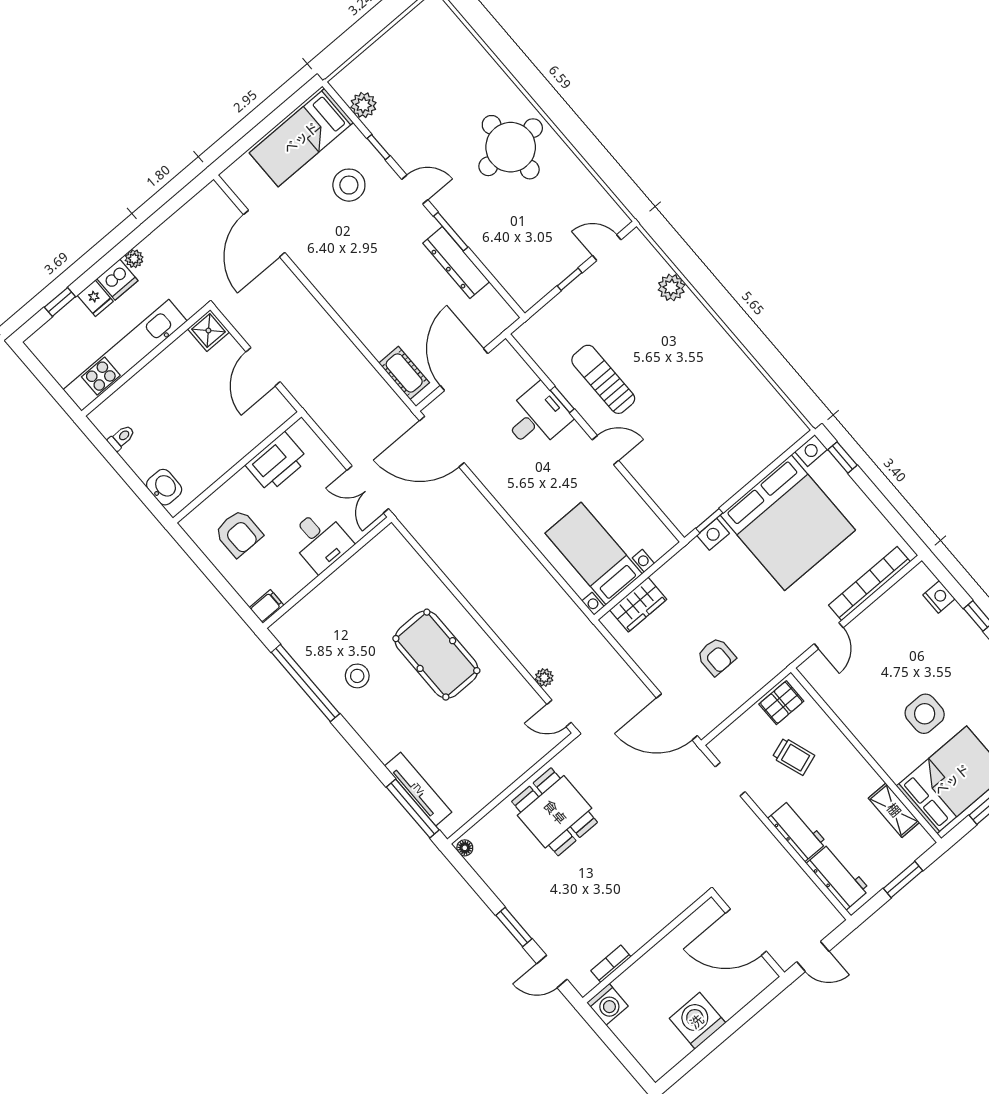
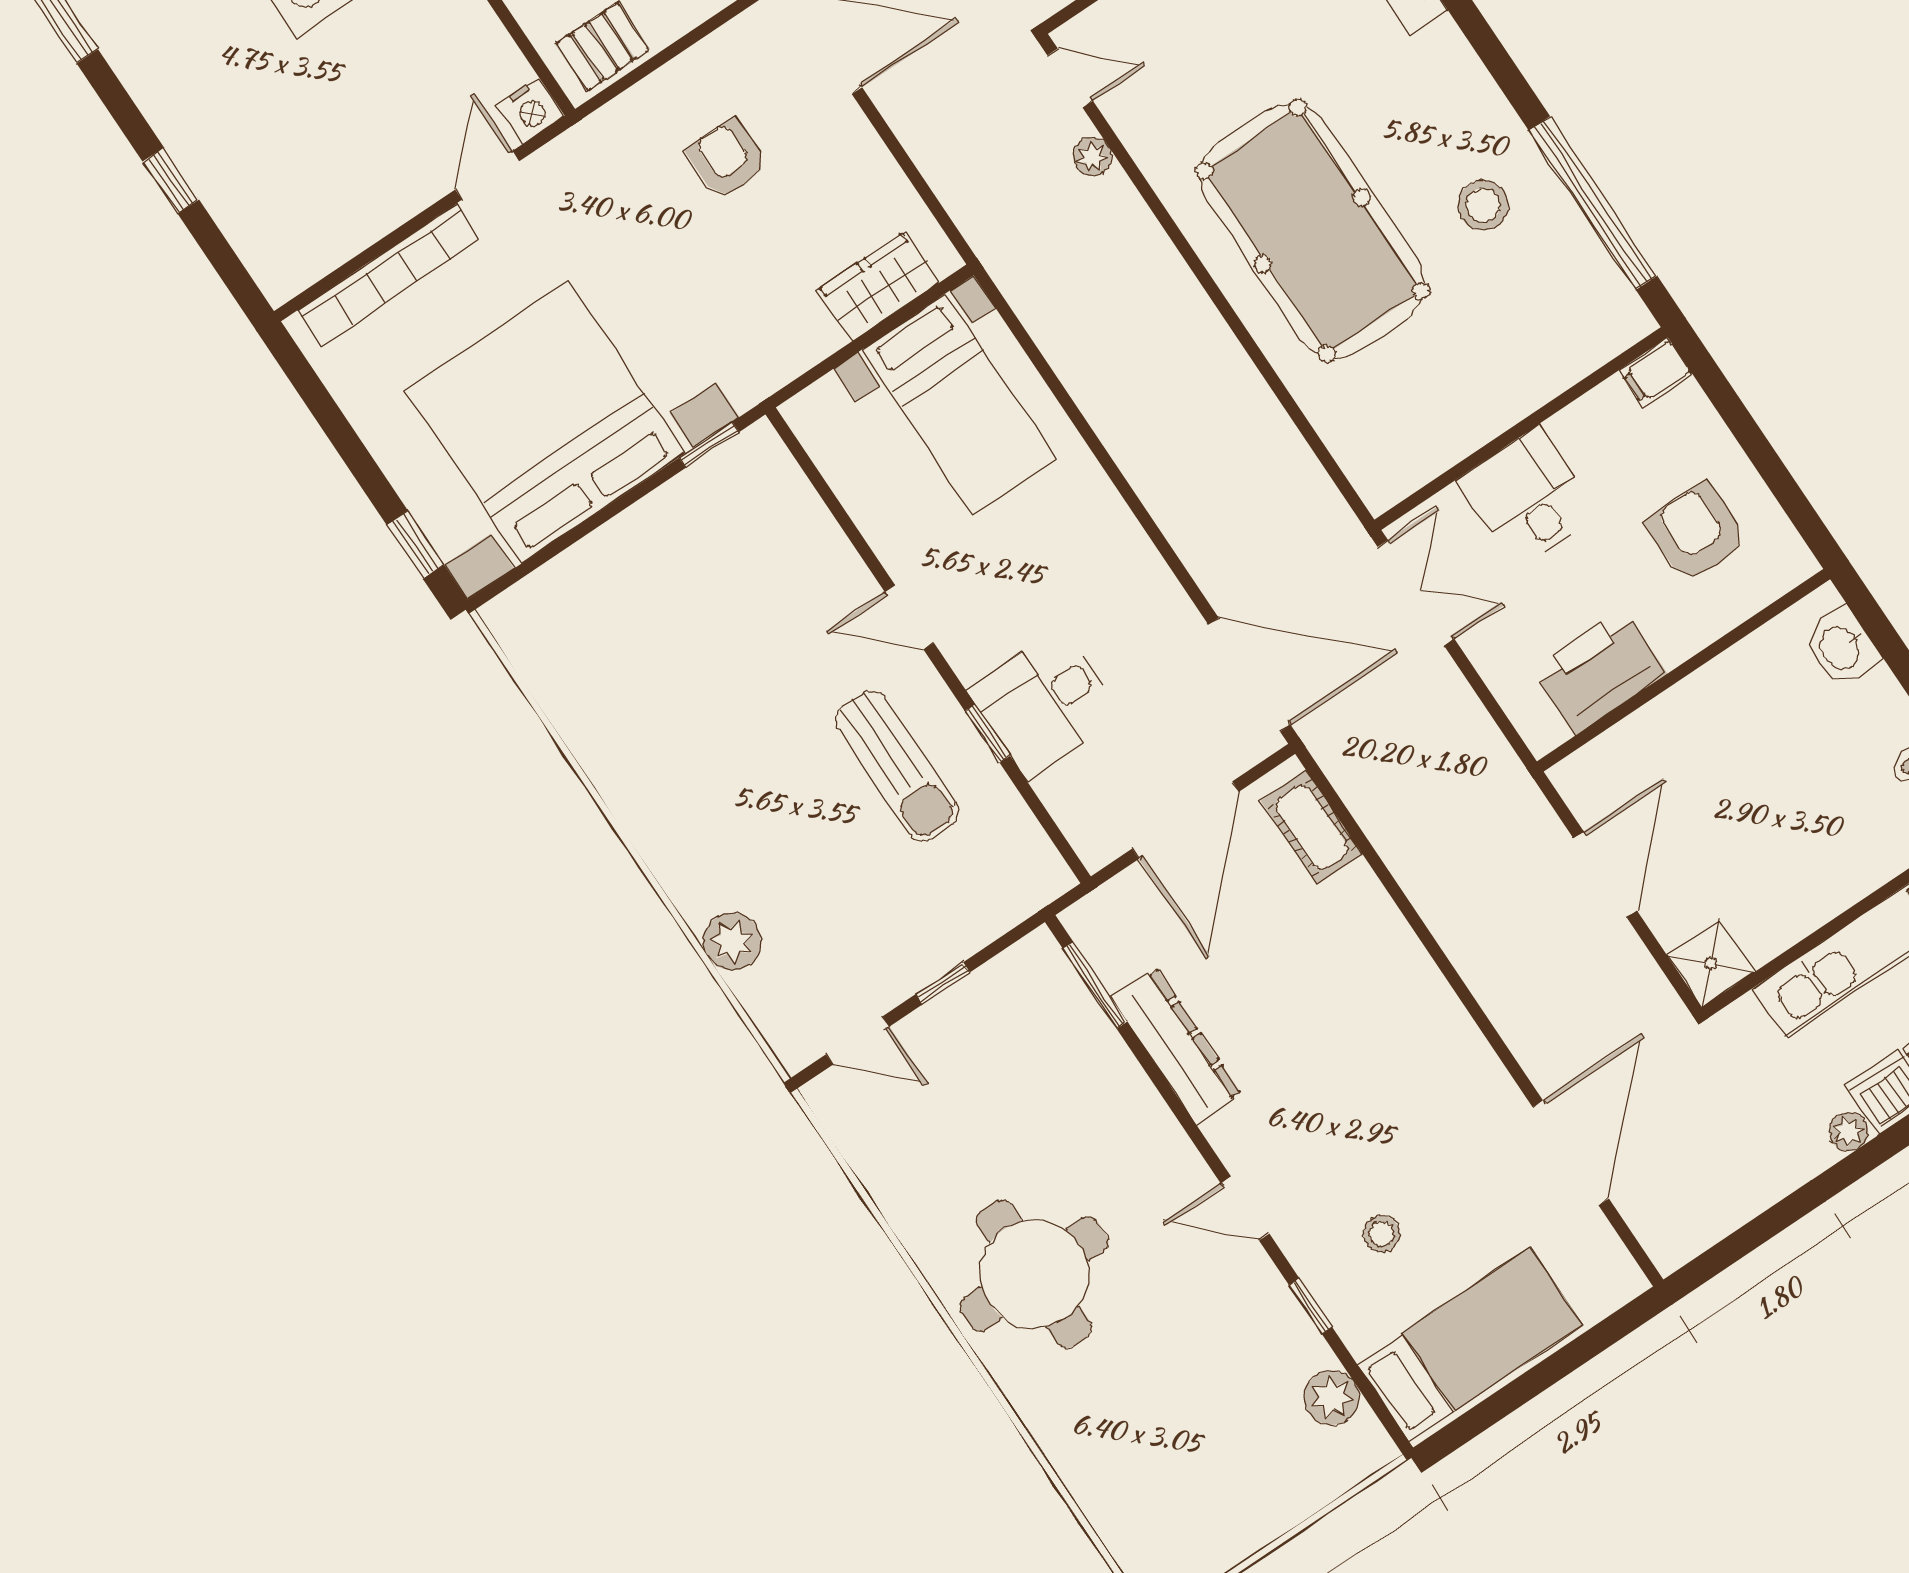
stool: (349, 185) -> (1382, 1234), width x0.53, depth x0.53
window: (451, 232) -> (1095, 985), moved
nightstand: (939, 597) -> (531, 111), moved, turned -90
pool table: (436, 655) -> (1312, 231), width x1.36, depth x1.32

